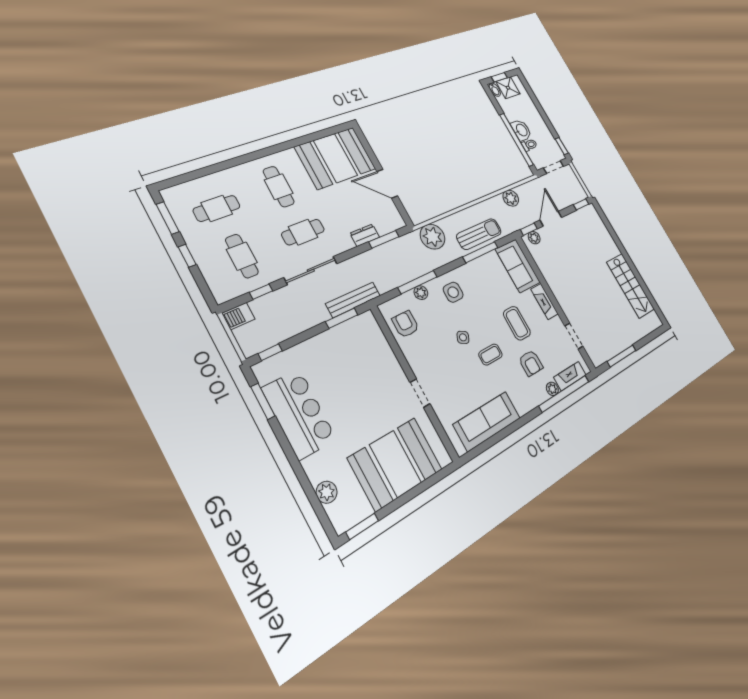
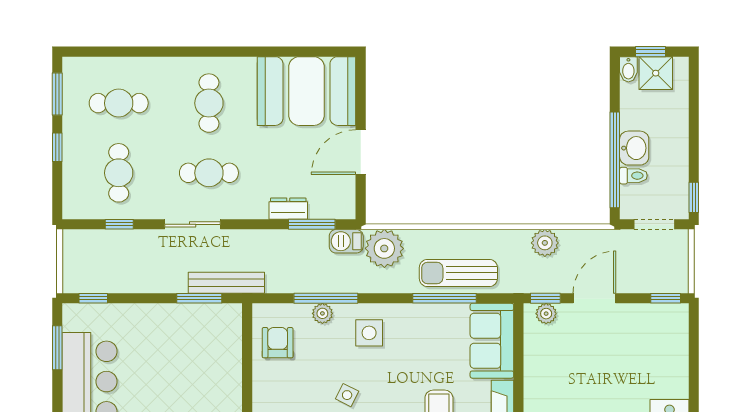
door: (387, 184) -> (361, 152), hinge flipped
sun lounger: (479, 234) -> (458, 273), turned 180
sliding door: (311, 270) -> (193, 224), width x0.73
barbecue: (238, 316) -> (346, 241), moved

